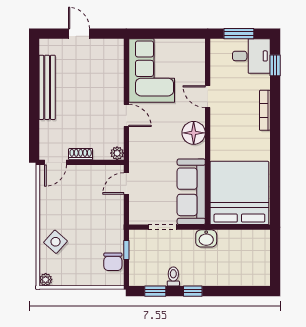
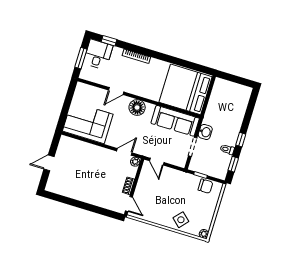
bench: (47, 87) -> (78, 195), removed
door: (126, 115) -> (124, 152), moved
washbasin: (206, 238) -> (205, 132), moved

